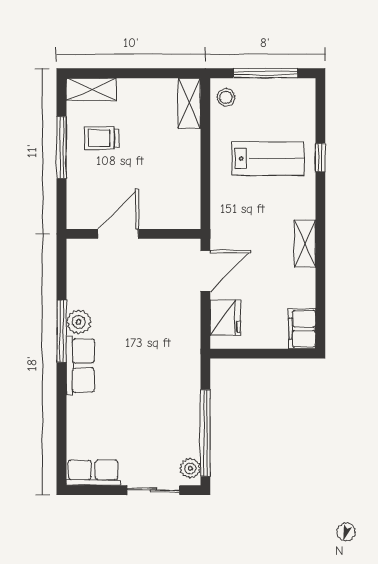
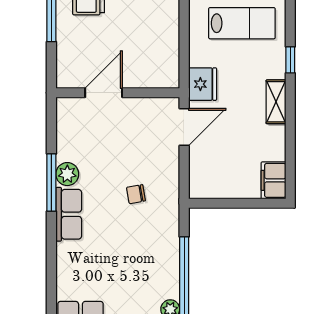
window: (320, 158) -> (290, 60), moved
fridge: (225, 318) -> (203, 84), moved
chair: (153, 344) -> (136, 194), added

